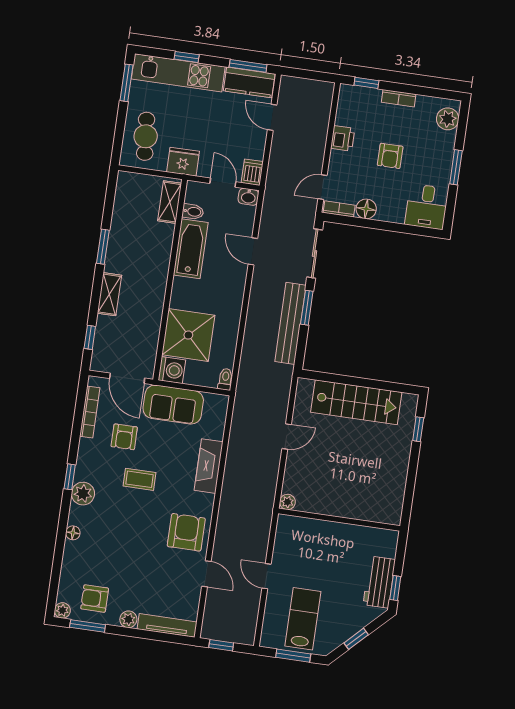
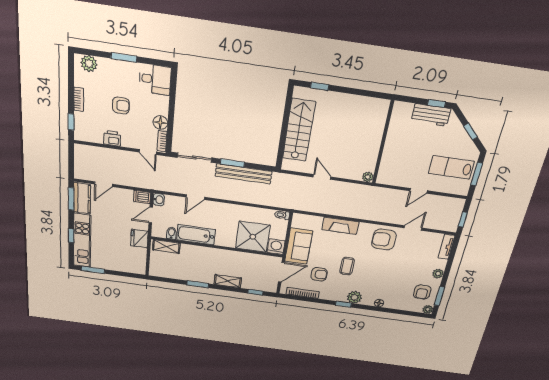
cafe table: (146, 136) -> (125, 260), removed
tv unit: (167, 625) -> (446, 247), width x0.71

